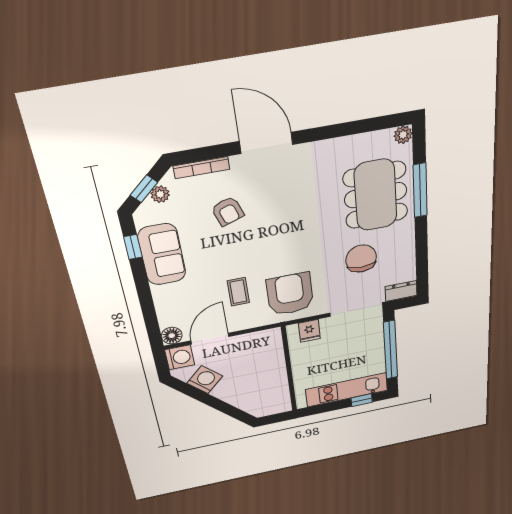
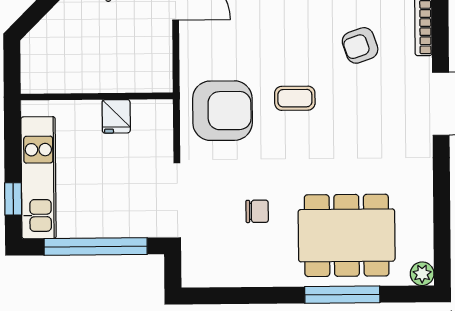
chair: (361, 259) -> (257, 211), width x0.54, depth x0.54
dresser: (401, 291) -> (194, 265), removed
coffee table: (238, 292) -> (295, 98), moved
fridge: (309, 331) -> (116, 116), moved, turned -90

